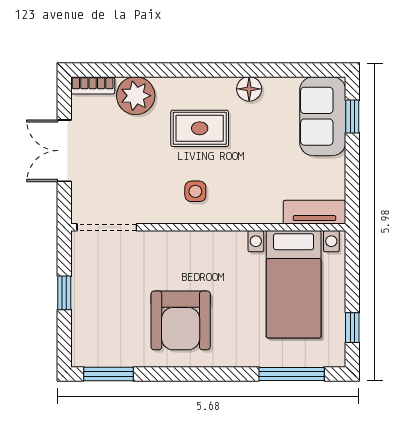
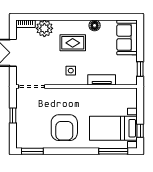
window: (352, 117) -> (140, 69), moved
tv unit: (314, 212) -> (102, 80), moved
bed with nightstands: (294, 284) -> (113, 128), moved, turned 90

